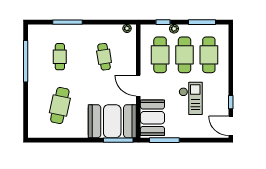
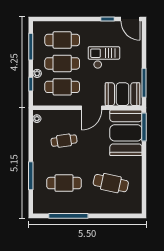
cafe table: (60, 57) -> (64, 183), width x1.37, depth x1.35
door: (231, 126) -> (130, 19), hinge flipped

